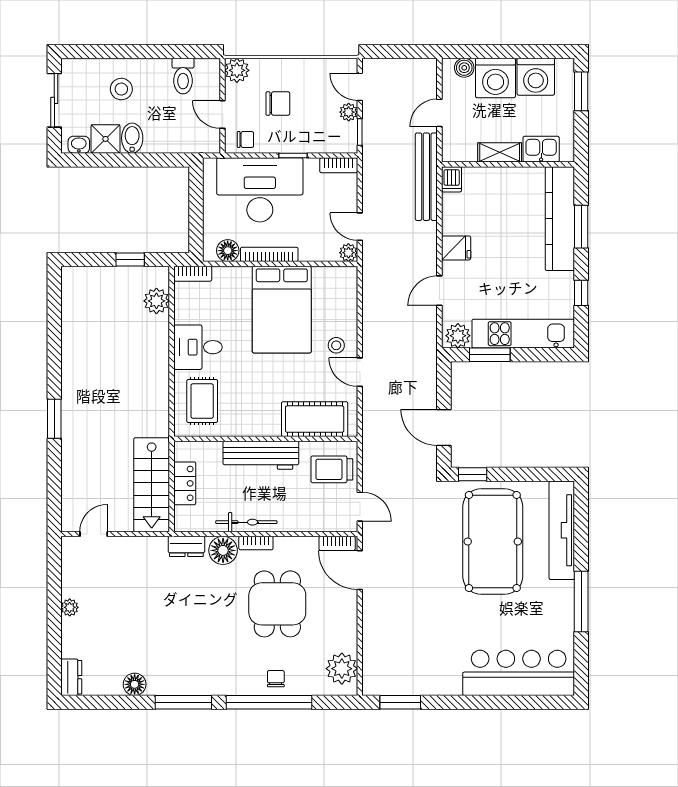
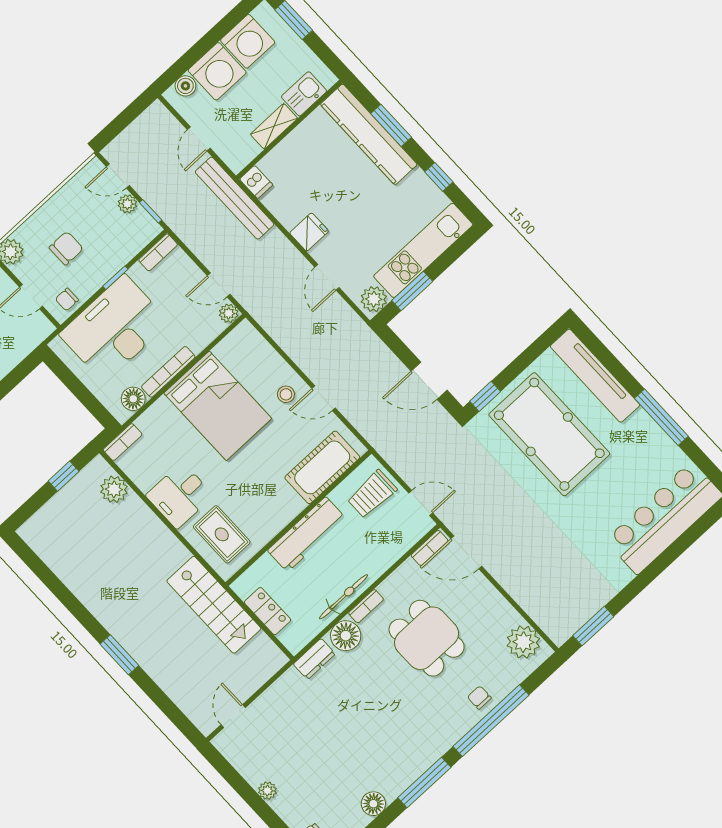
chair: (245, 139) -> (67, 300), turned 180
stairs: (152, 485) -> (214, 605), moved

